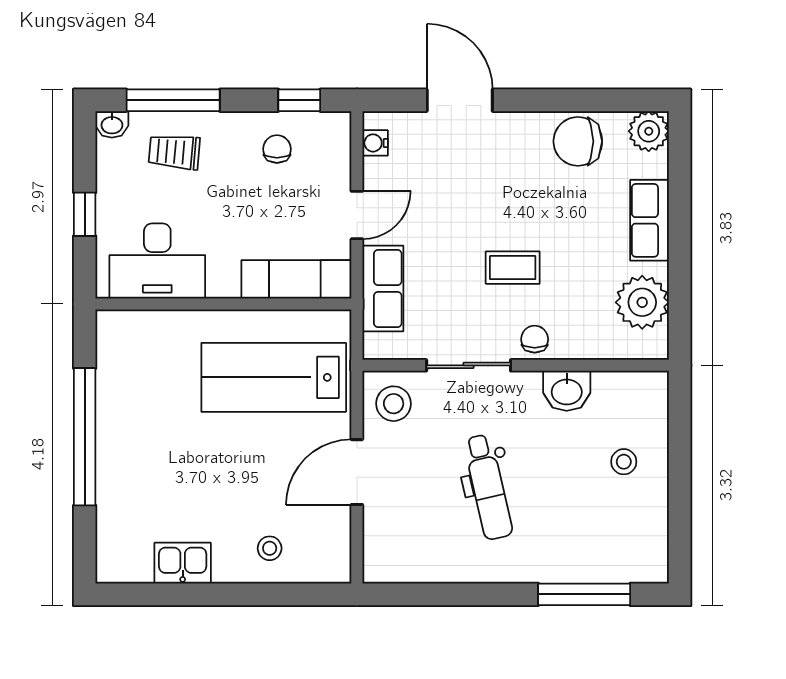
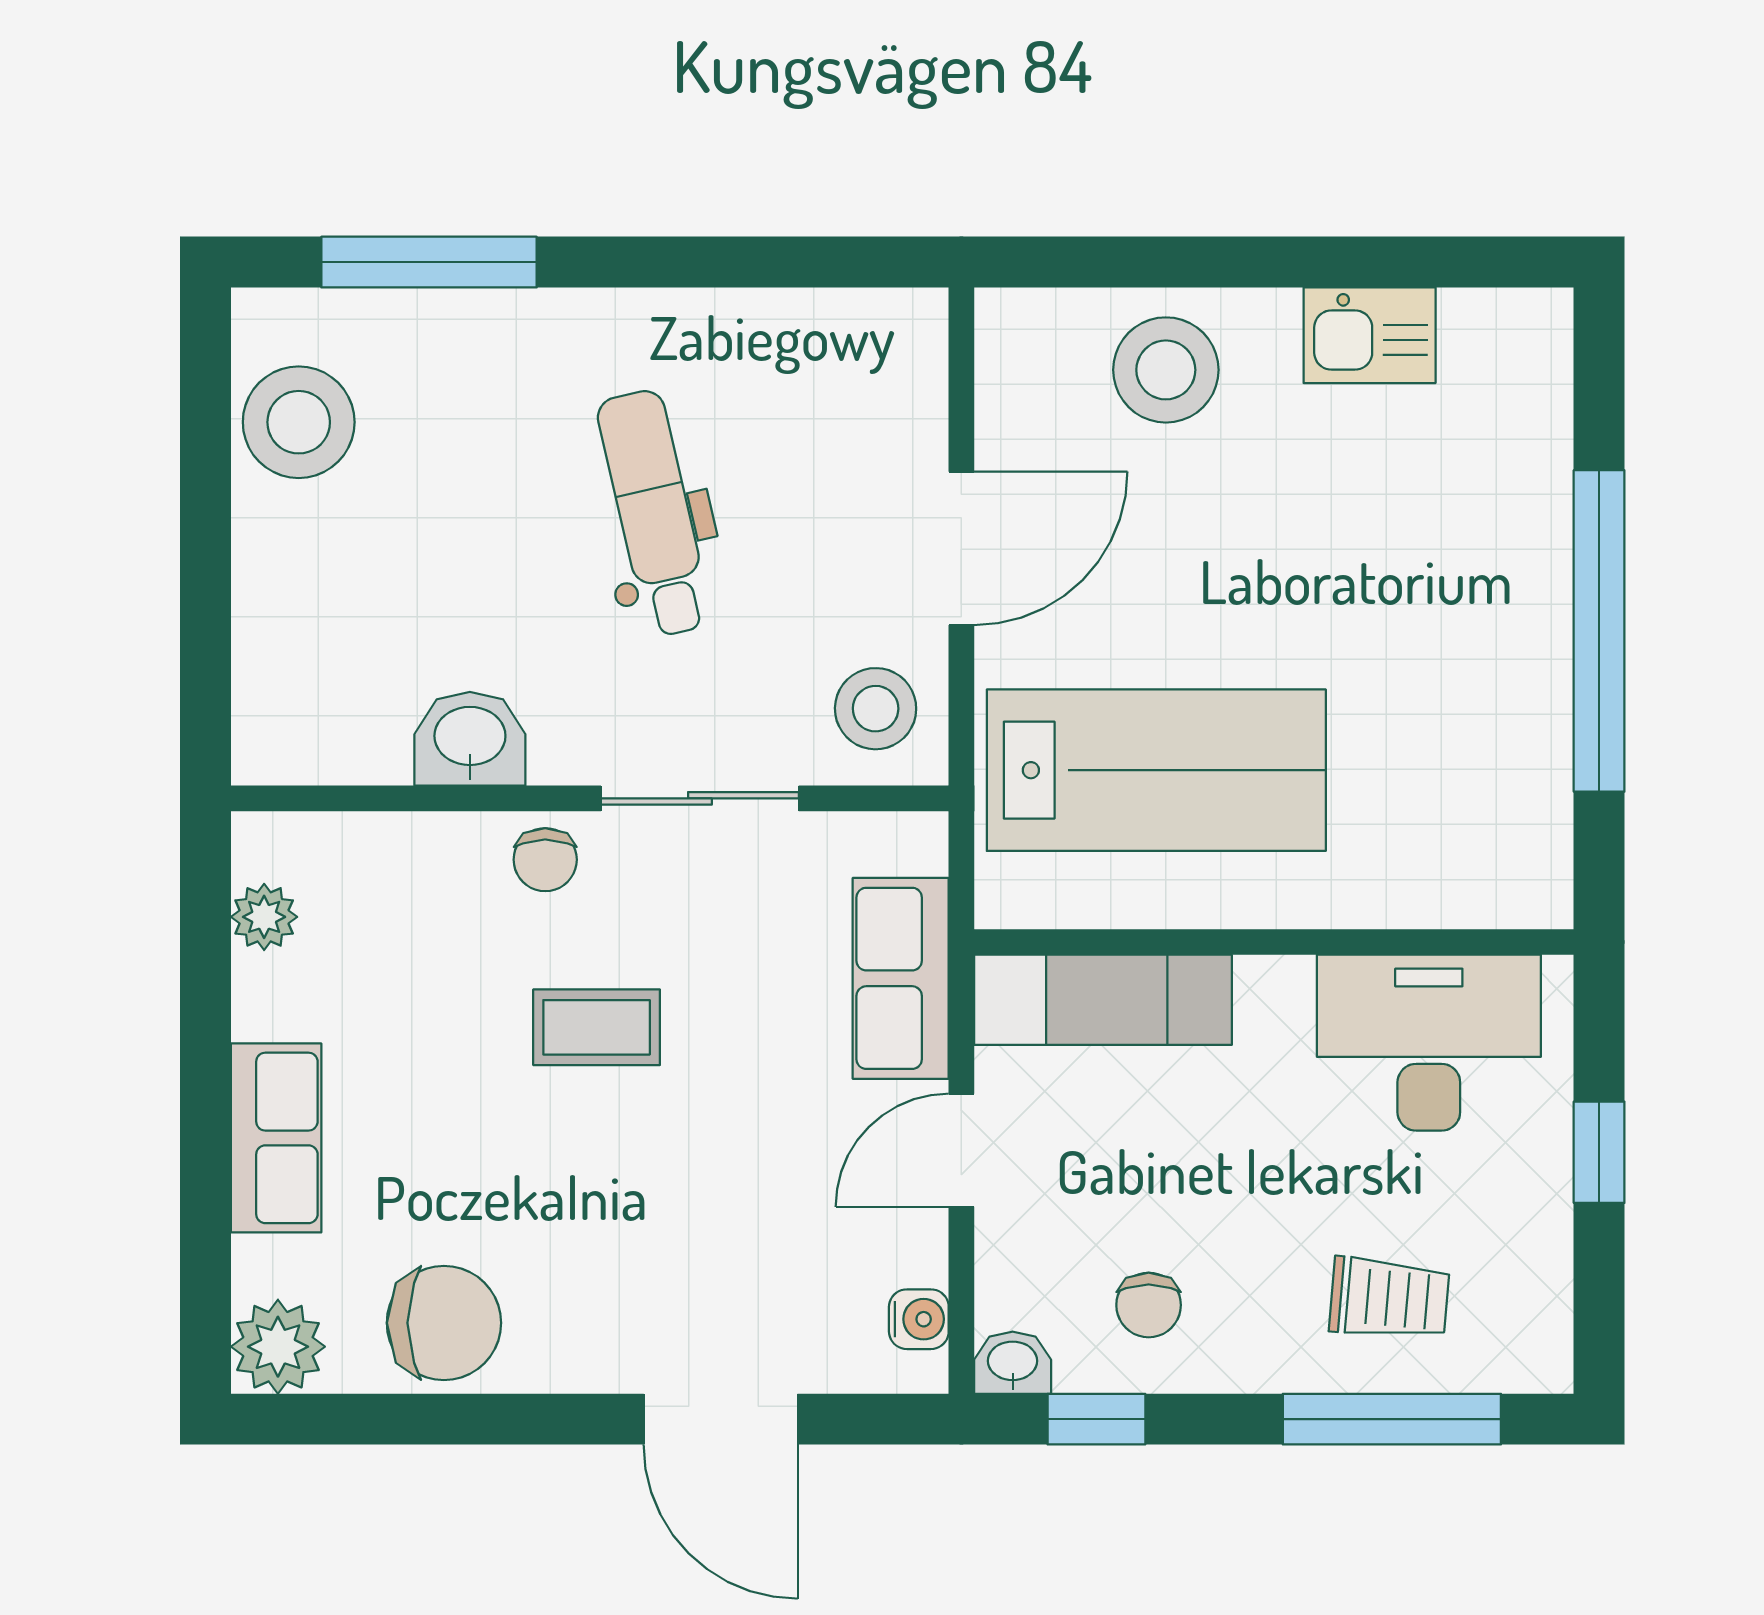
washbasin: (112, 124) -> (1013, 1363), moved
plant: (642, 302) -> (264, 917), width x0.53, depth x0.53
stool: (624, 462) -> (299, 422), moved, width x1.89, depth x1.89
stool: (270, 548) -> (1166, 370), width x1.89, depth x1.89

